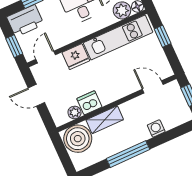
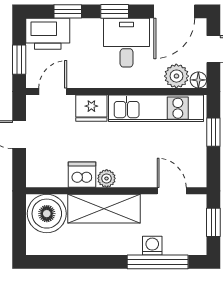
plant: (75, 112) -> (107, 178), moved
shelving: (105, 120) -> (104, 209), width x1.50, depth x1.33
window: (128, 154) -> (158, 262), moved

